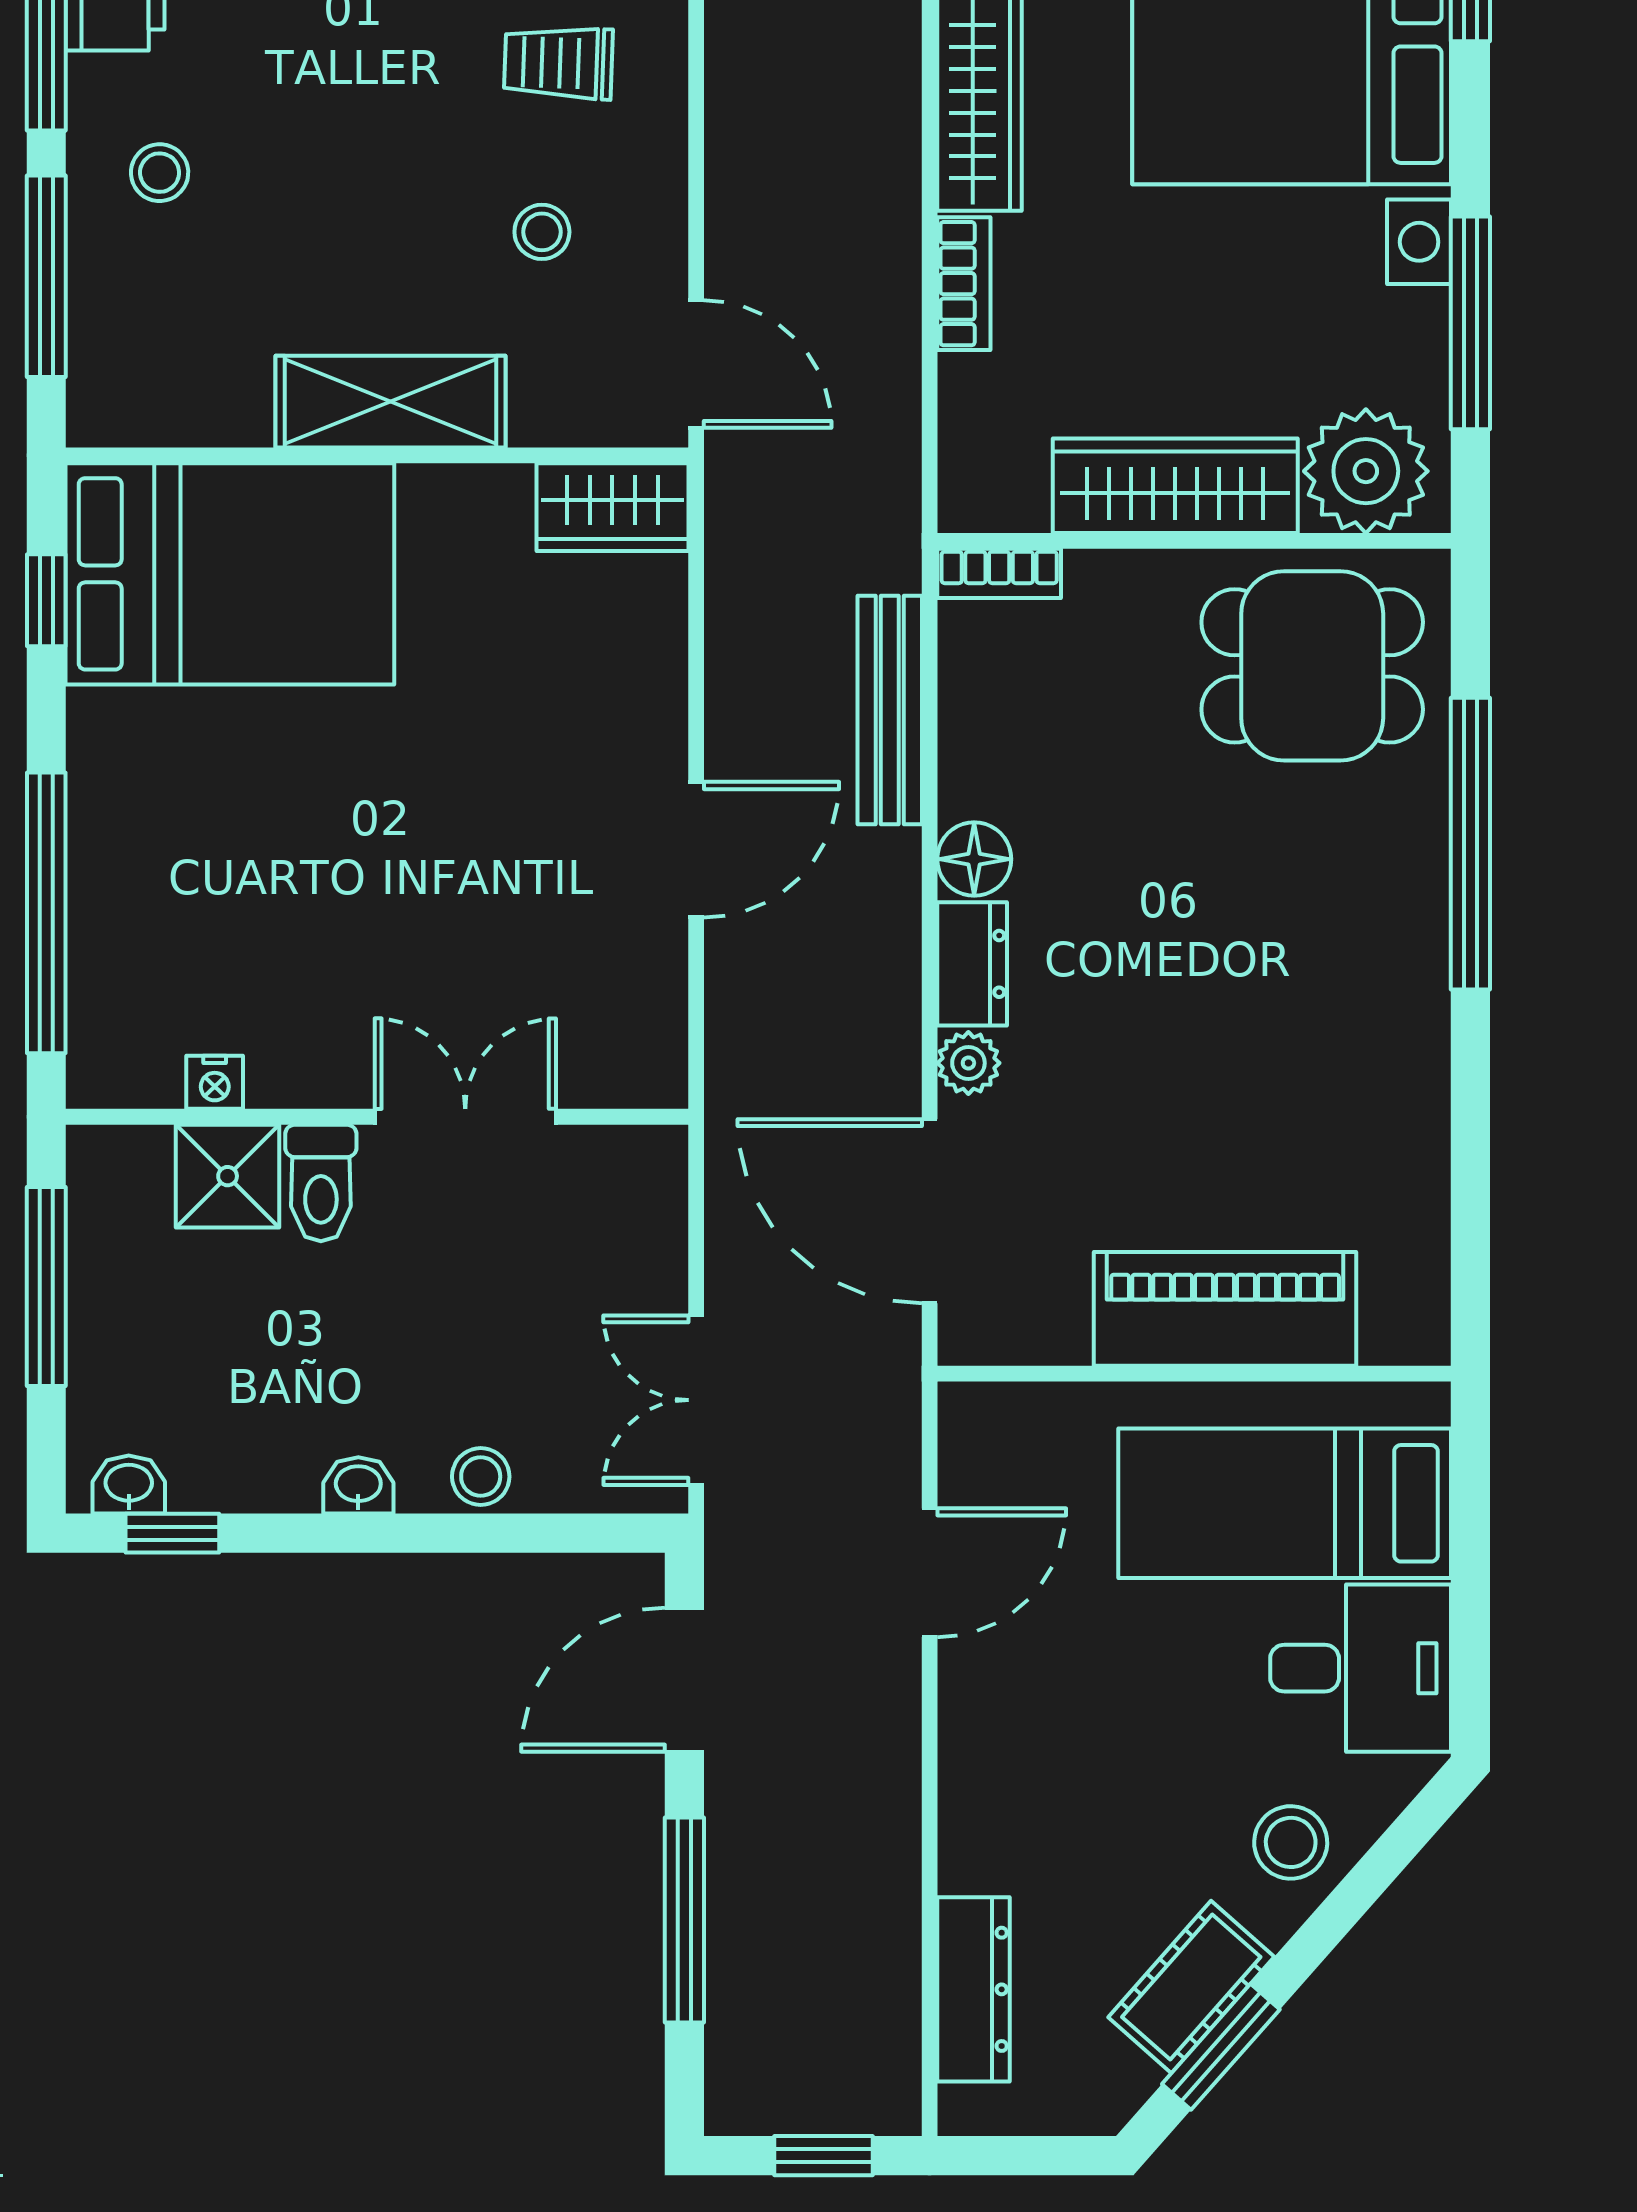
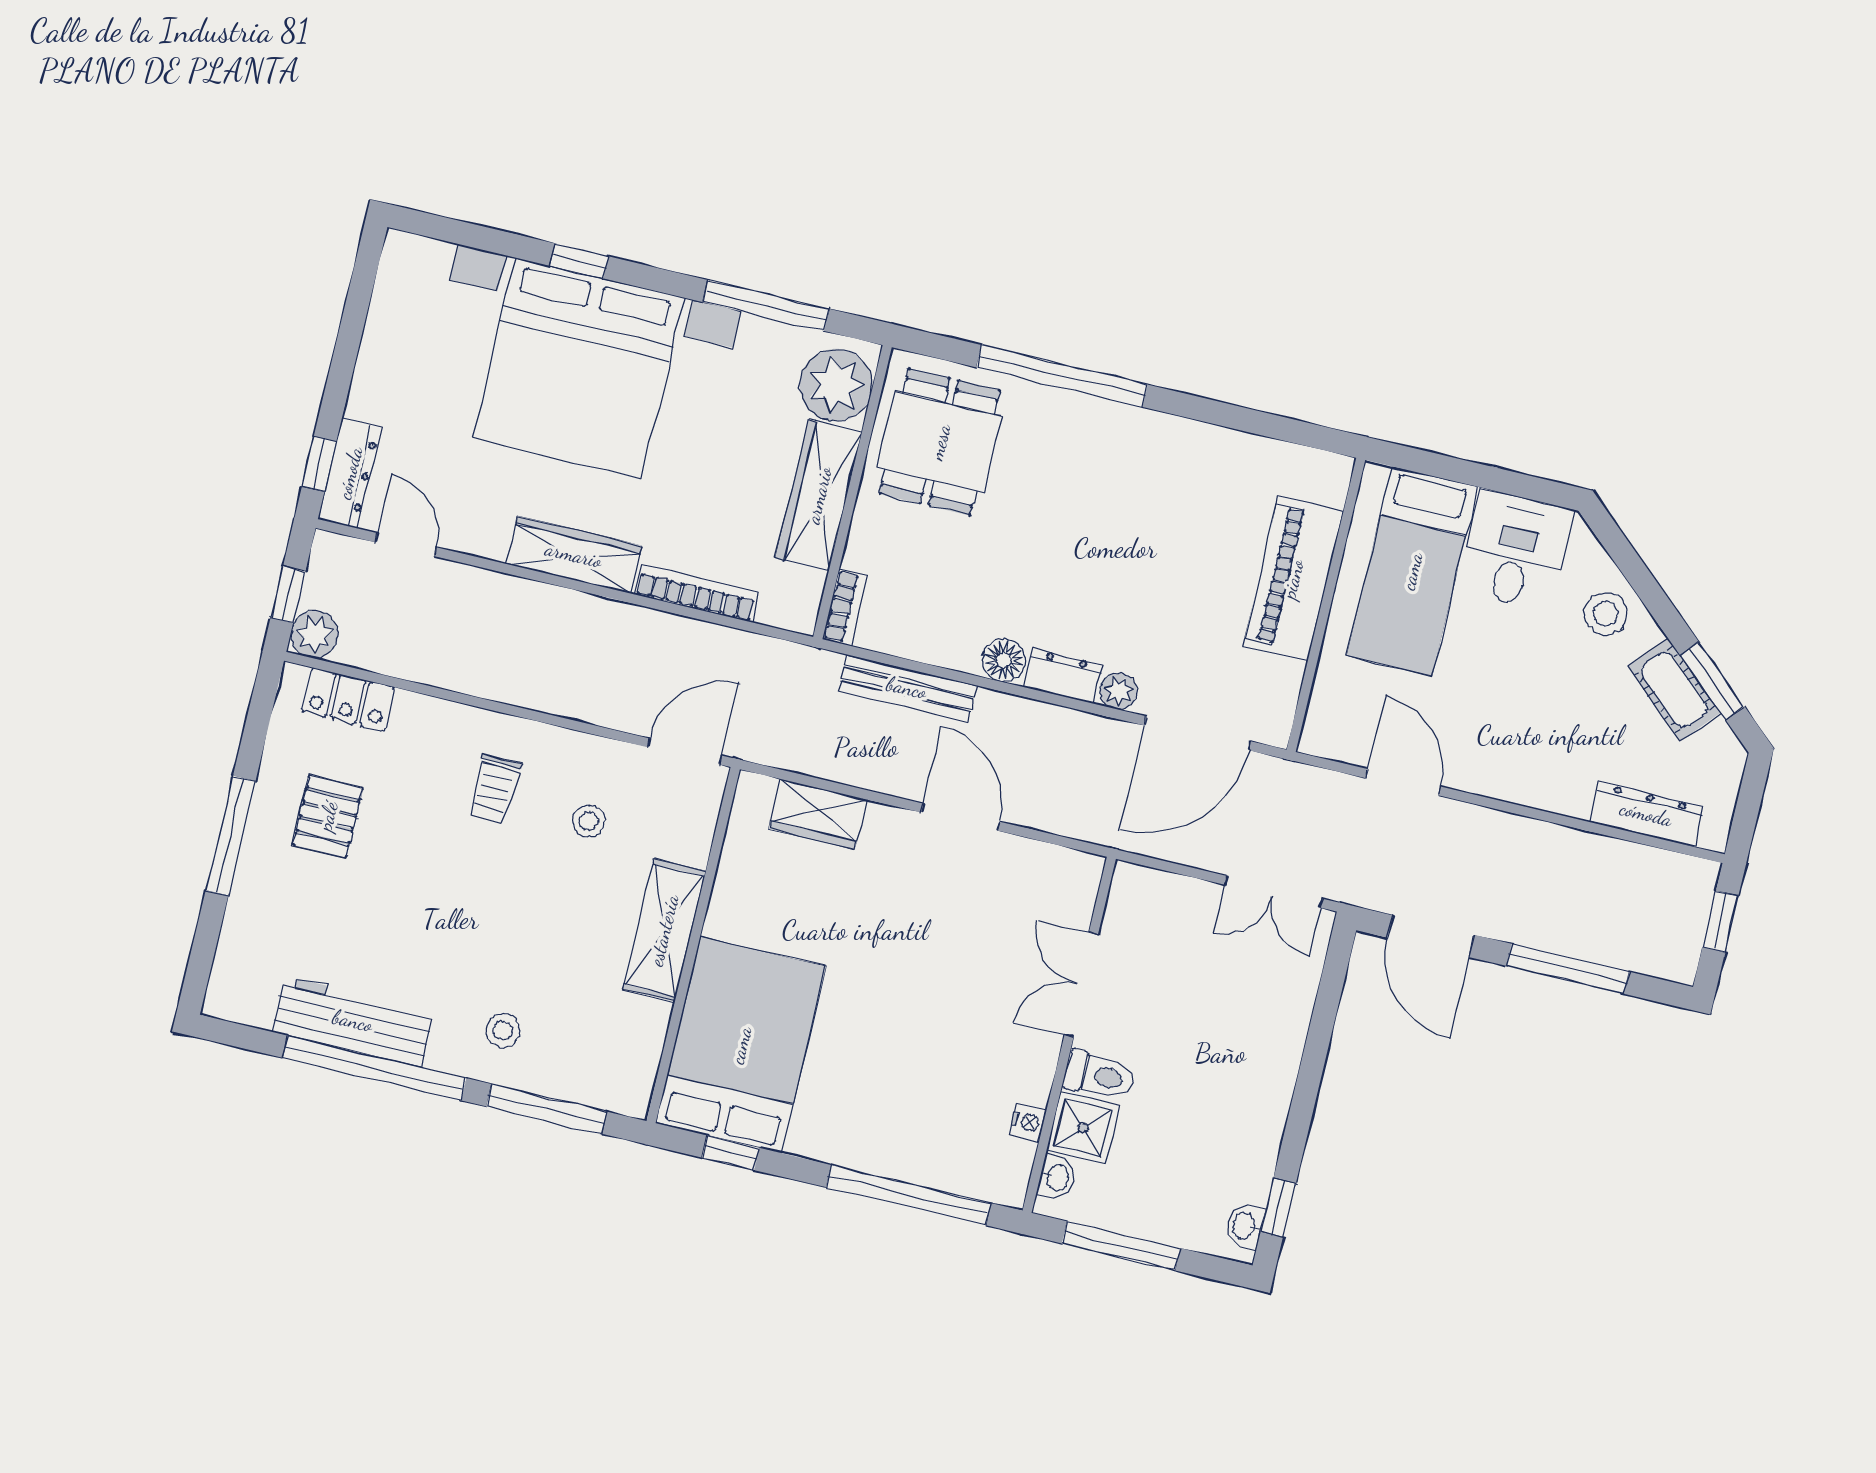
bookcase: (964, 284) -> (696, 593), width x1.56
wardrobe: (612, 507) -> (818, 814), moved, turned 90
stool: (481, 1477) -> (1288, 1025), removed
washbasin: (358, 1485) -> (1057, 1177), moved, turned 180

